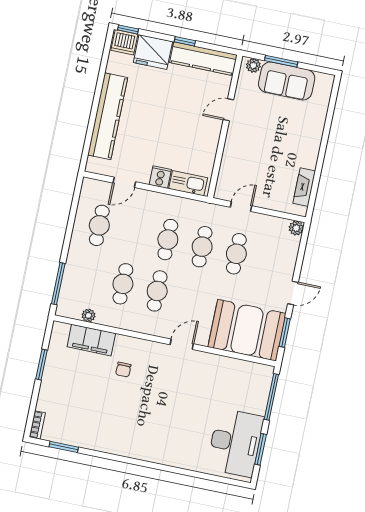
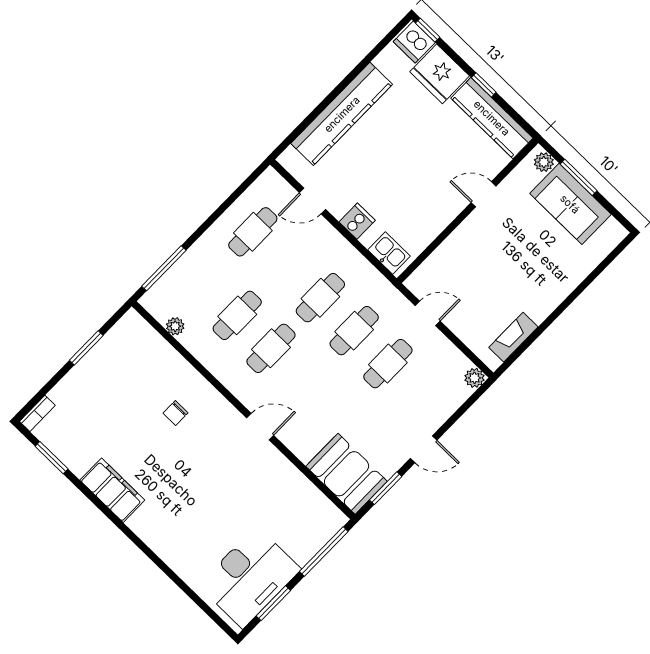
kitchen sink: (188, 183) -> (389, 253), width x0.73
booth: (247, 330) -> (347, 474), width x0.73, depth x0.70
filing cabinet: (91, 340) -> (112, 490), moved, turned 180

